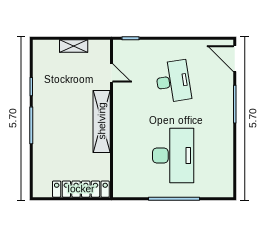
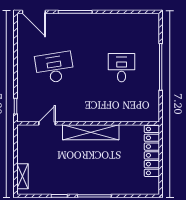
shelving: (74, 46) -> (22, 176), moved
door: (235, 59) -> (34, 12), hinge flipped
desk: (173, 156) -> (122, 68), width x0.53, depth x0.77

